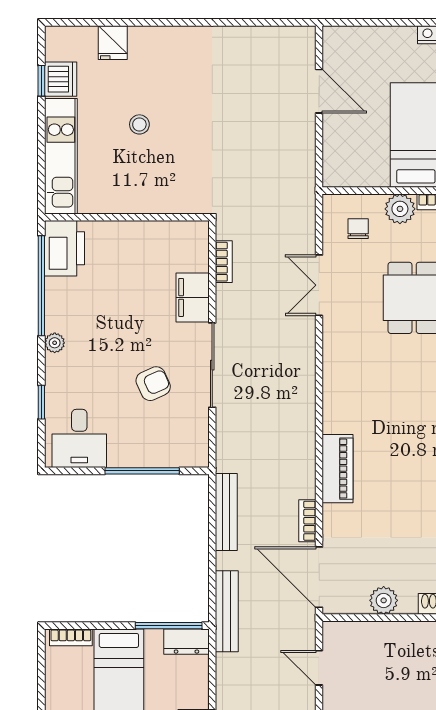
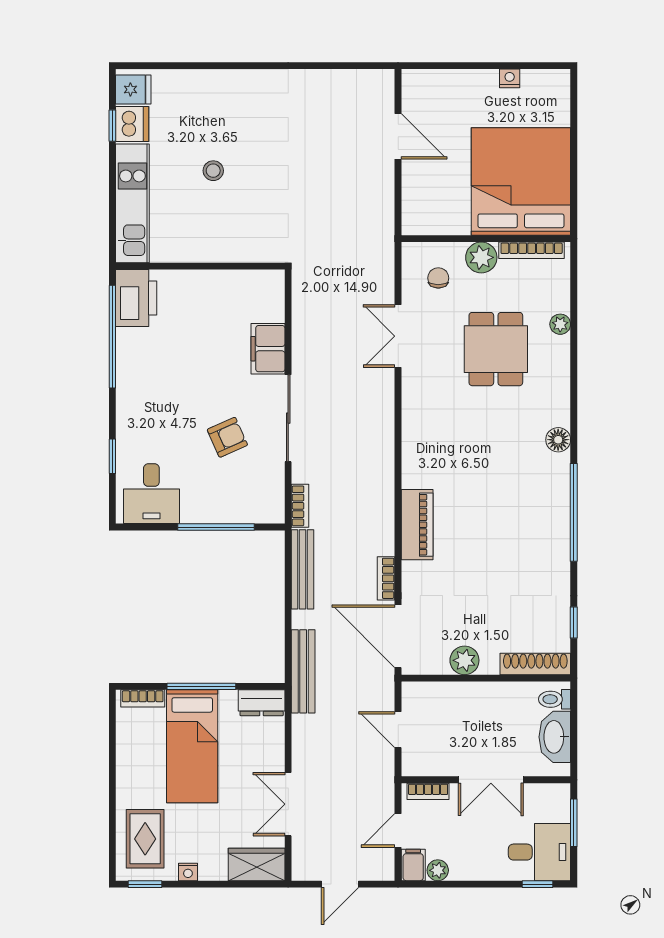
fridge: (113, 43) -> (133, 89), moved, turned -90
bookcase: (224, 262) -> (300, 506), moved
plant: (55, 343) -> (126, 395), removed
window: (169, 626) -> (201, 686), moved

